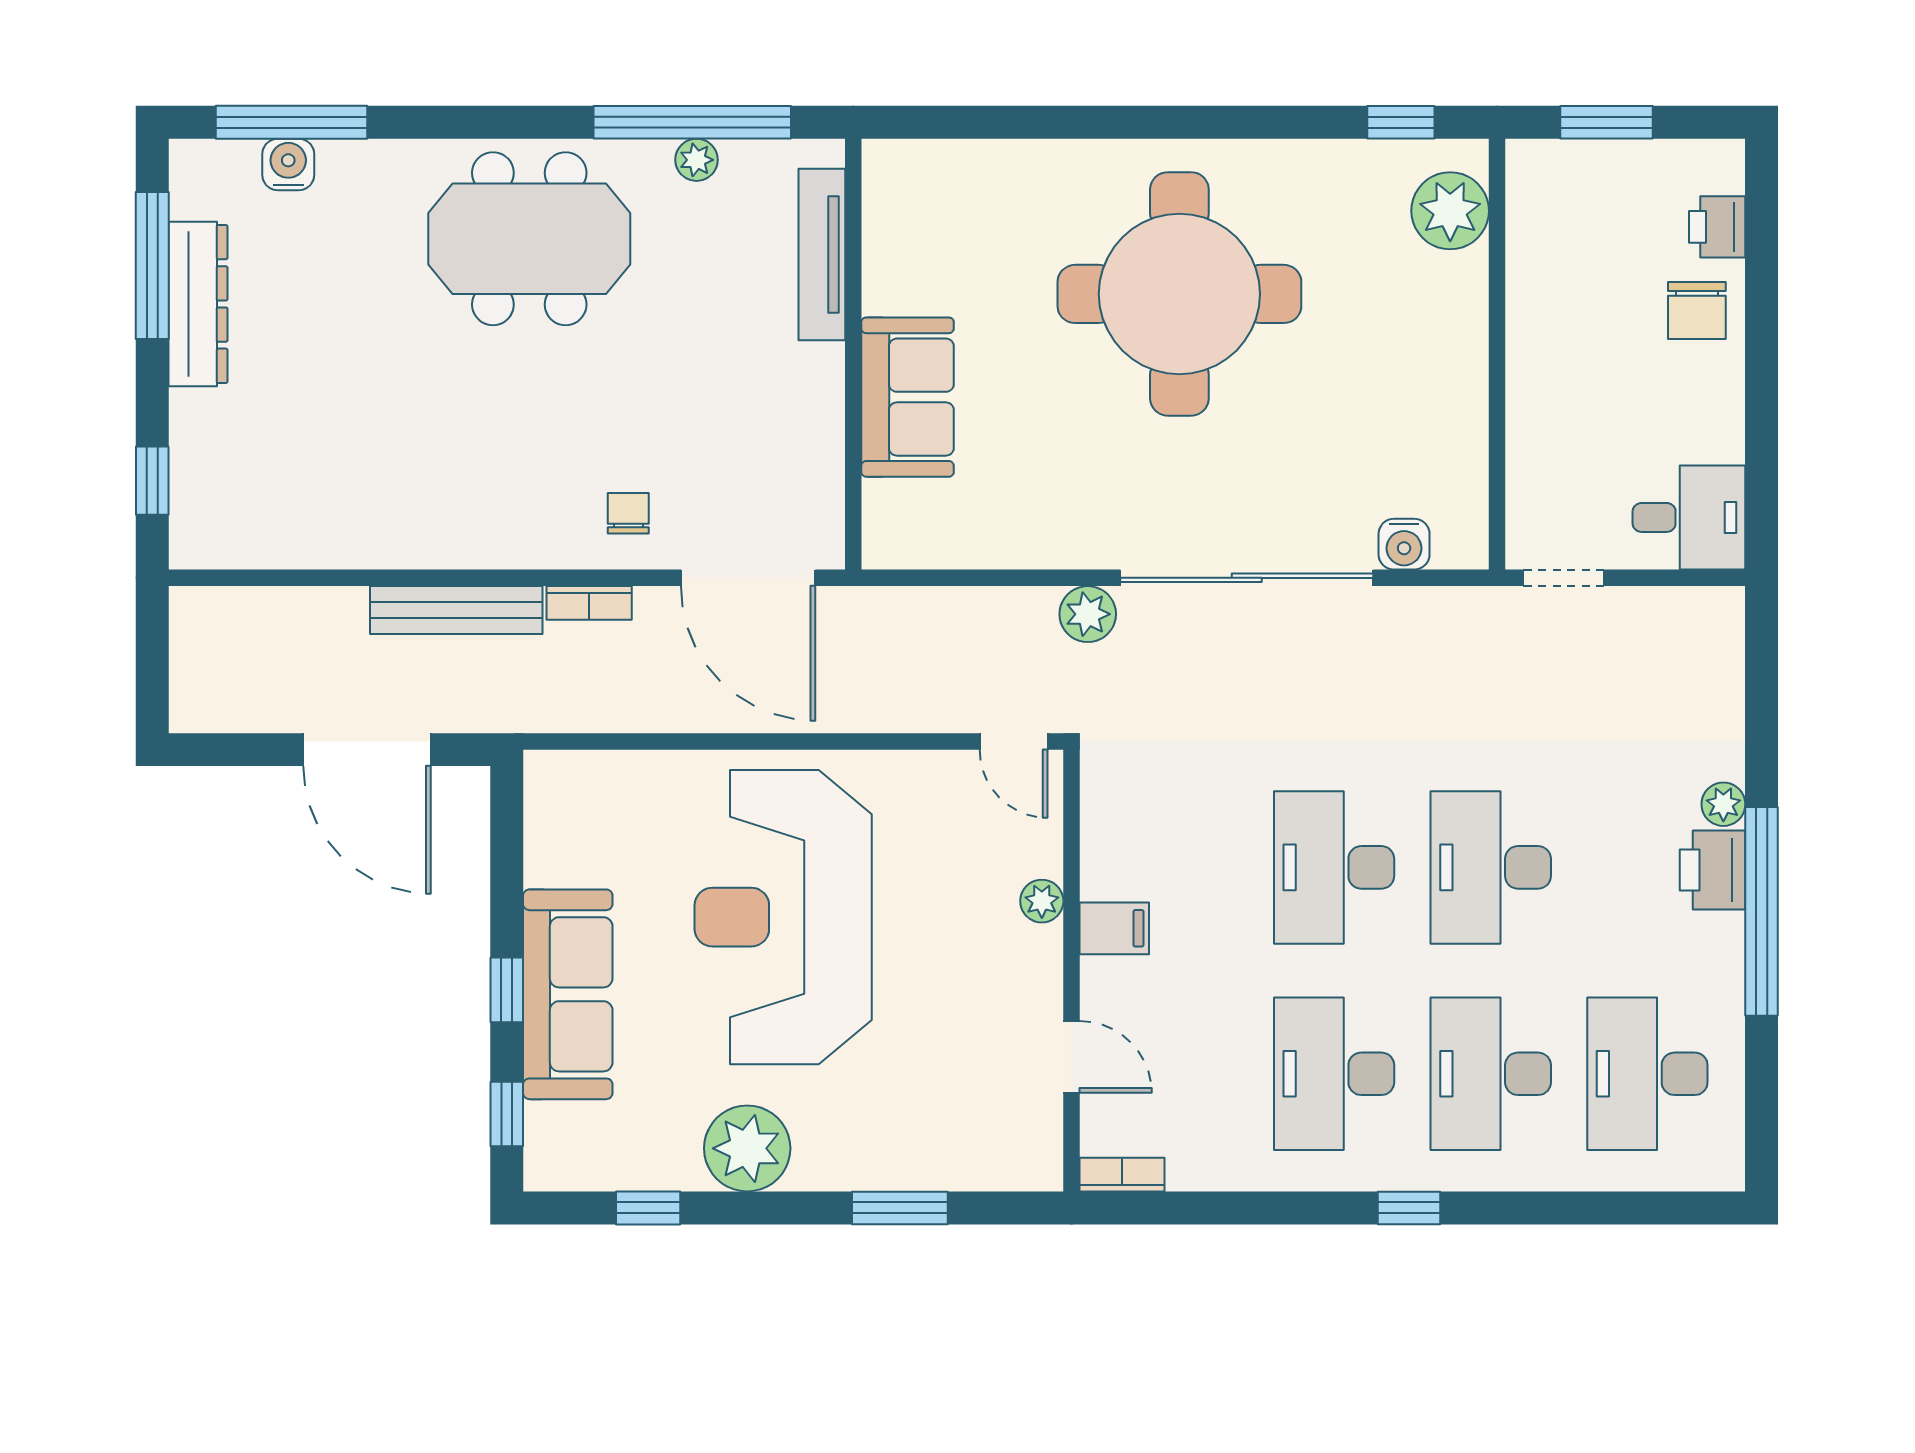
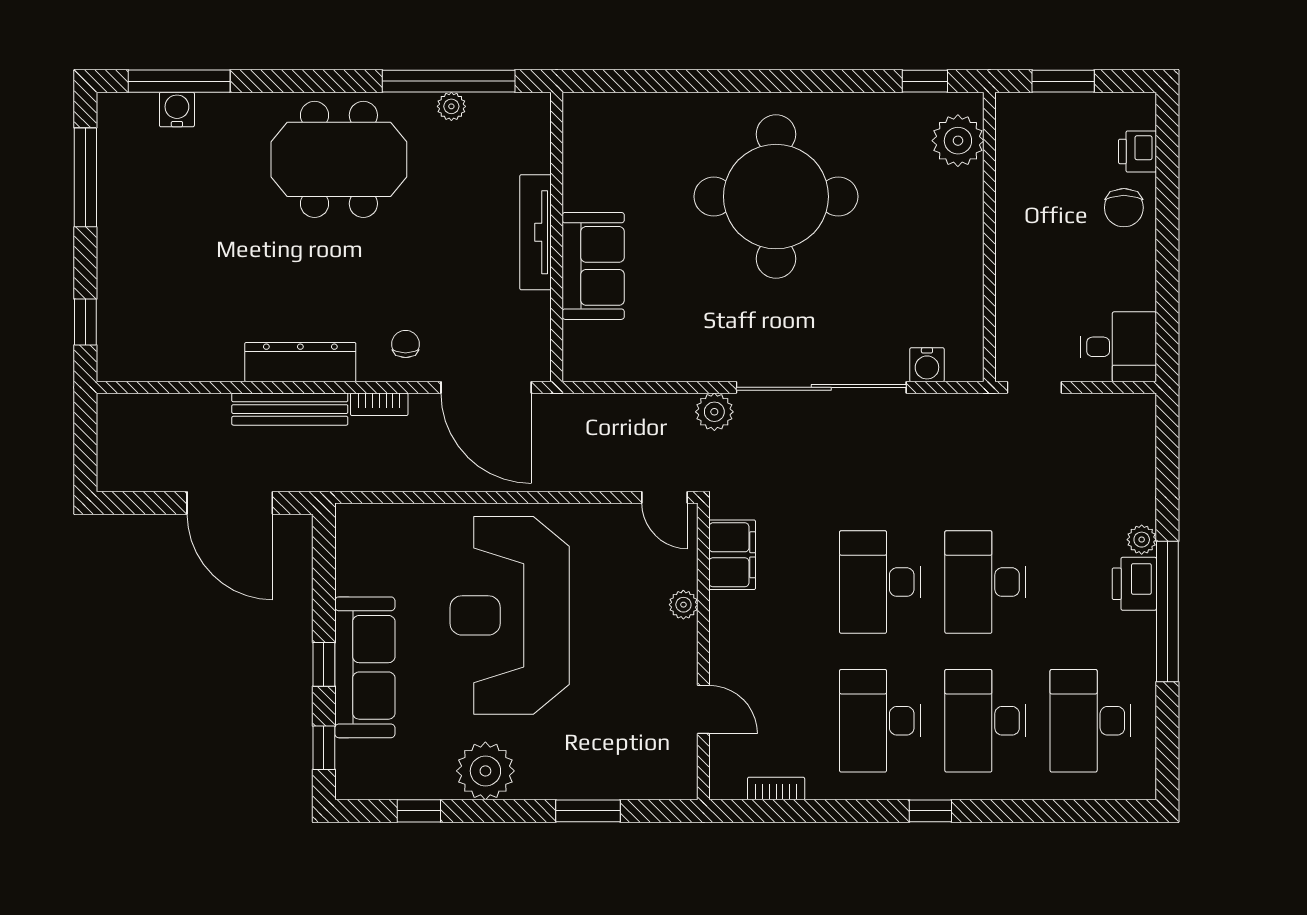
tv unit: (822, 254) -> (536, 232), moved
dresser: (198, 304) -> (300, 362), moved, turned -90
filing cabinet: (1114, 928) -> (732, 555), moved, width x2.00
bookcase: (1122, 1175) -> (776, 789), moved

